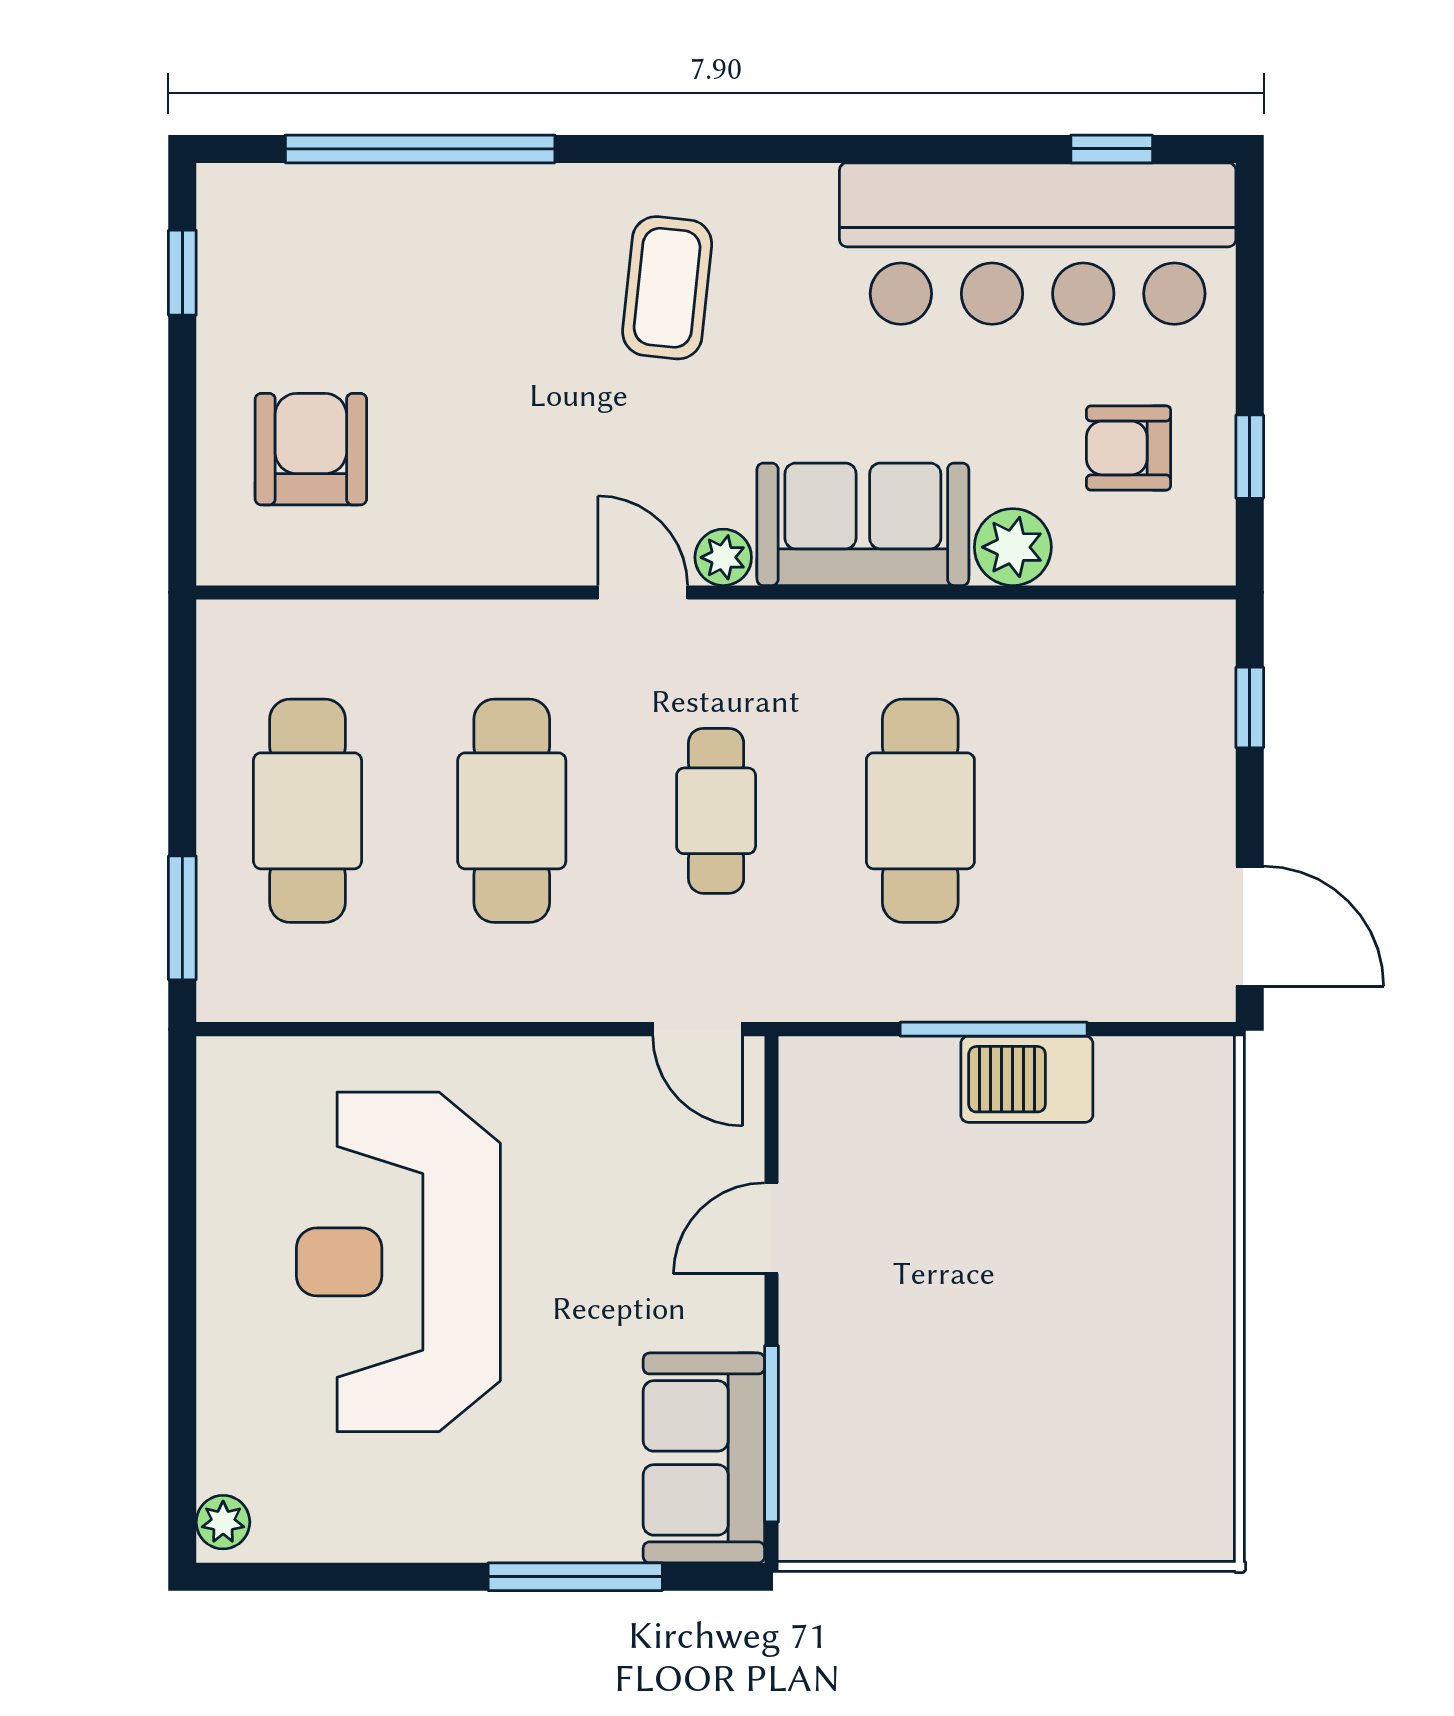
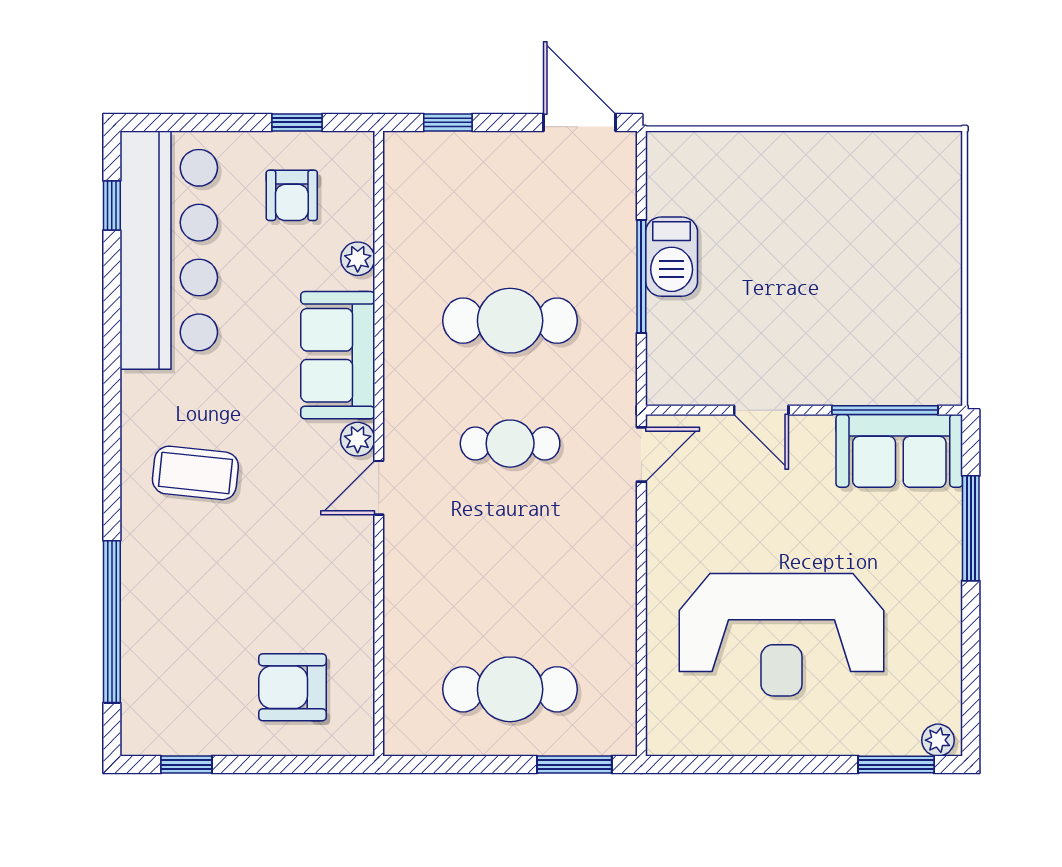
plant: (1013, 547) -> (358, 259), width x0.73, depth x0.73
cafe table: (512, 811) -> (510, 566), removed
door: (1250, 926) -> (579, 122), hinge flipped
window: (182, 1453) -> (896, 765), added

